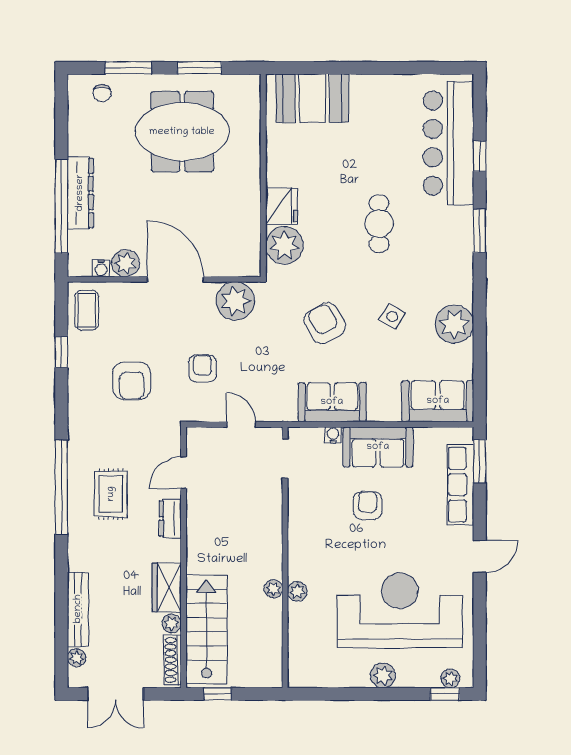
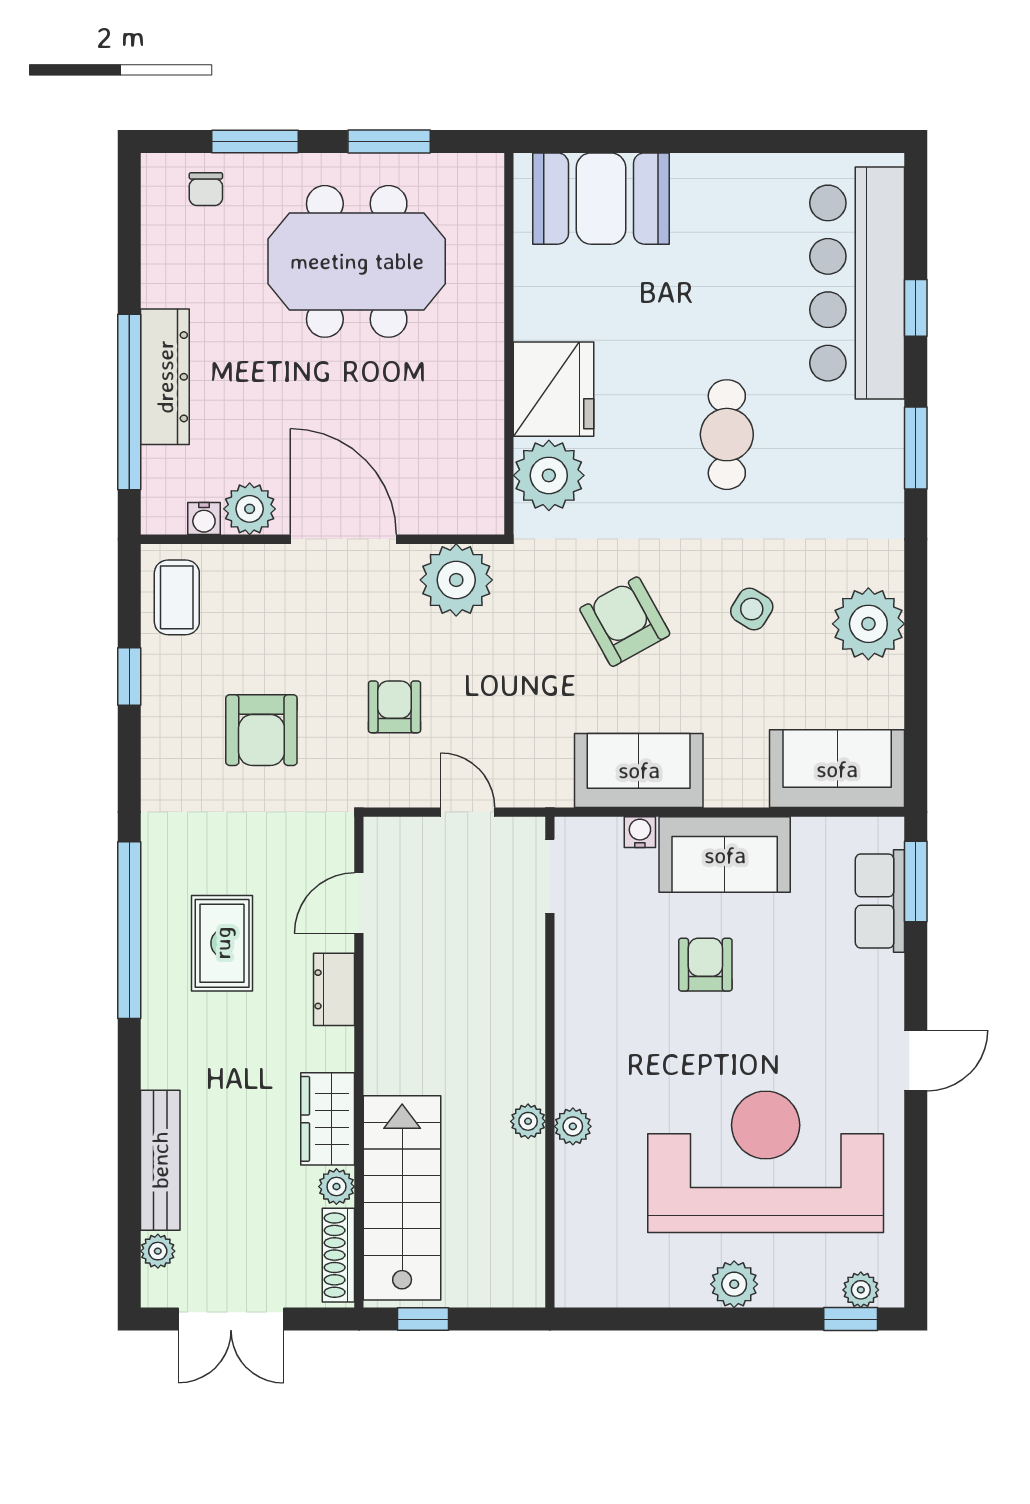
fridge: (282, 206) -> (554, 389), width x1.36, depth x1.34
row of seats: (461, 485) -> (880, 901), width x0.68

